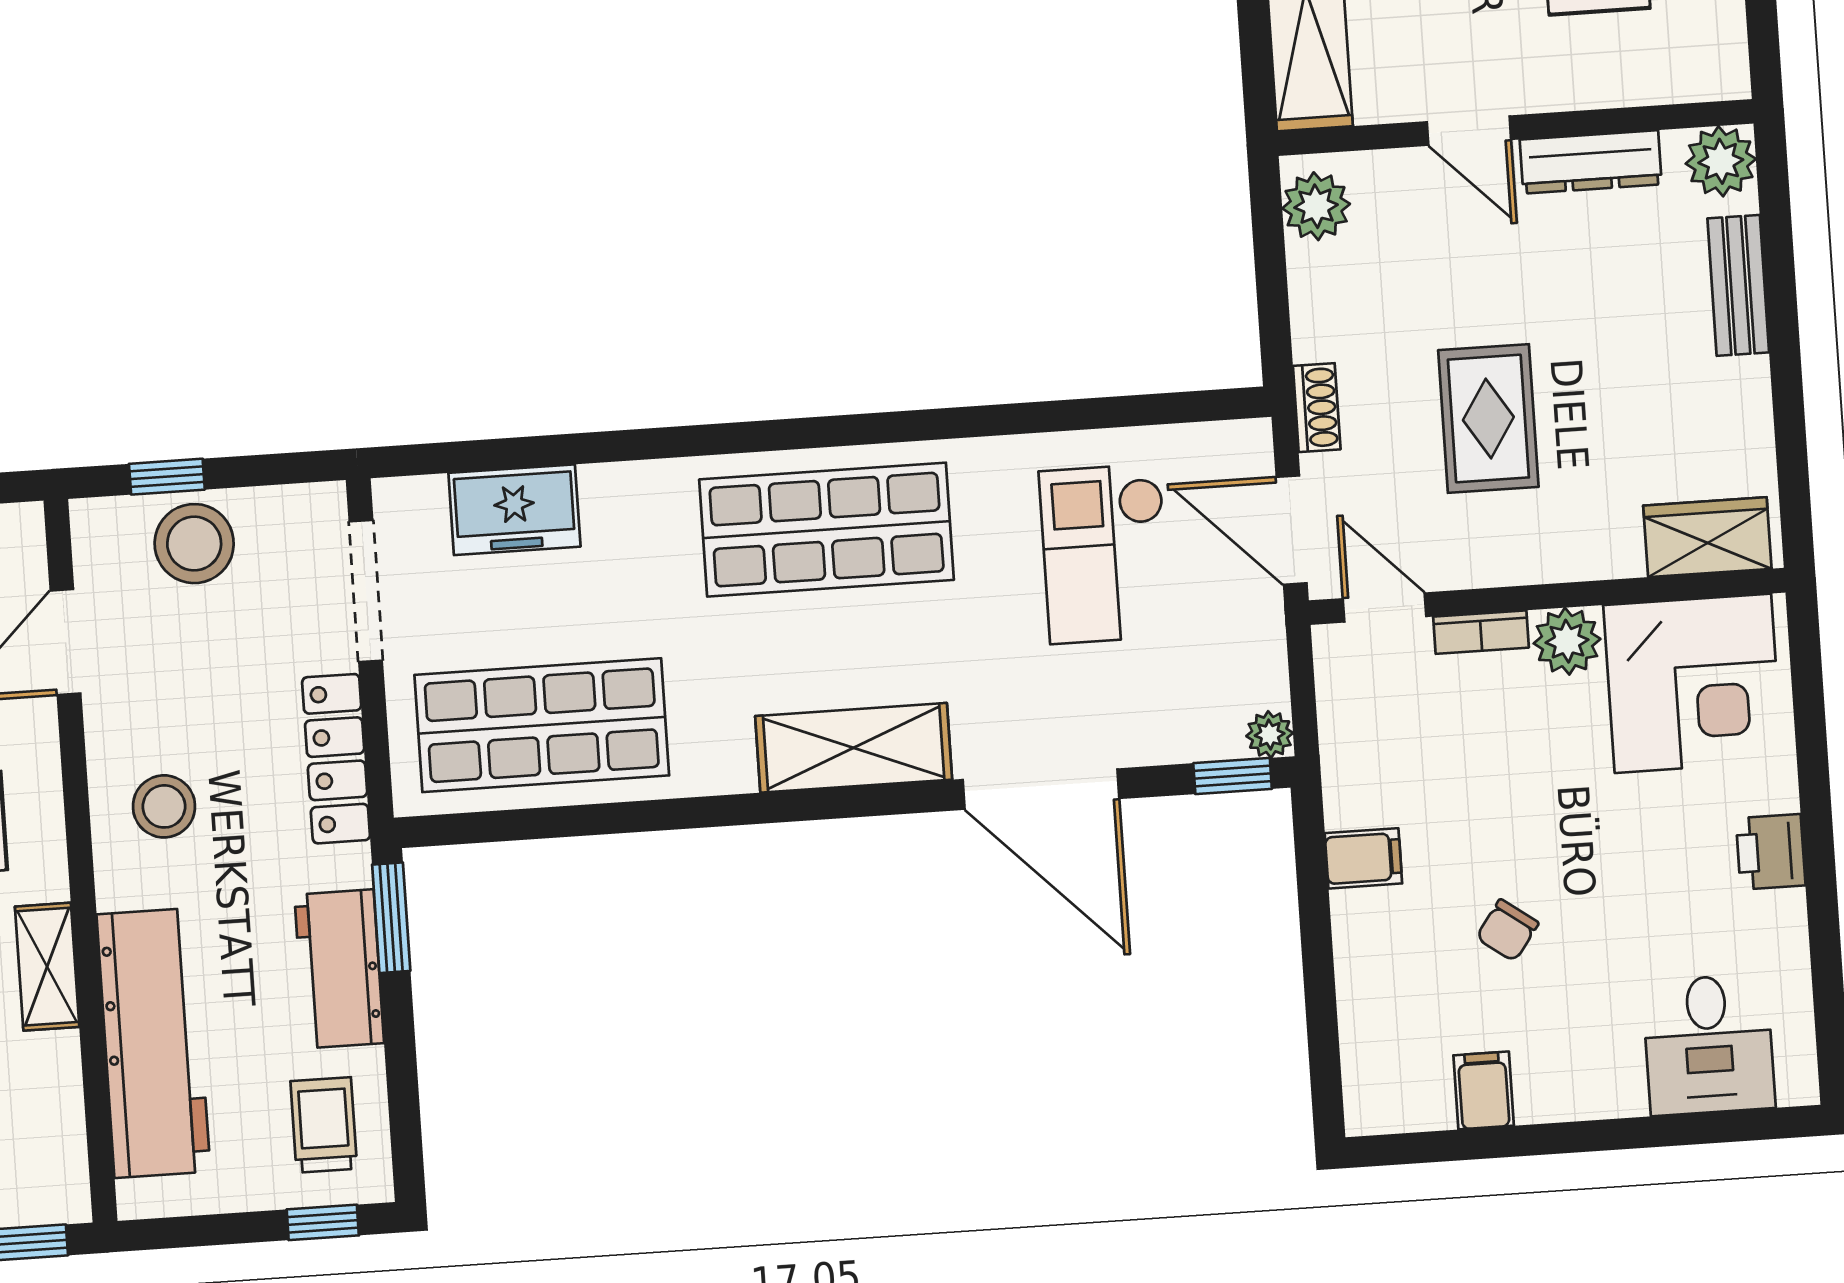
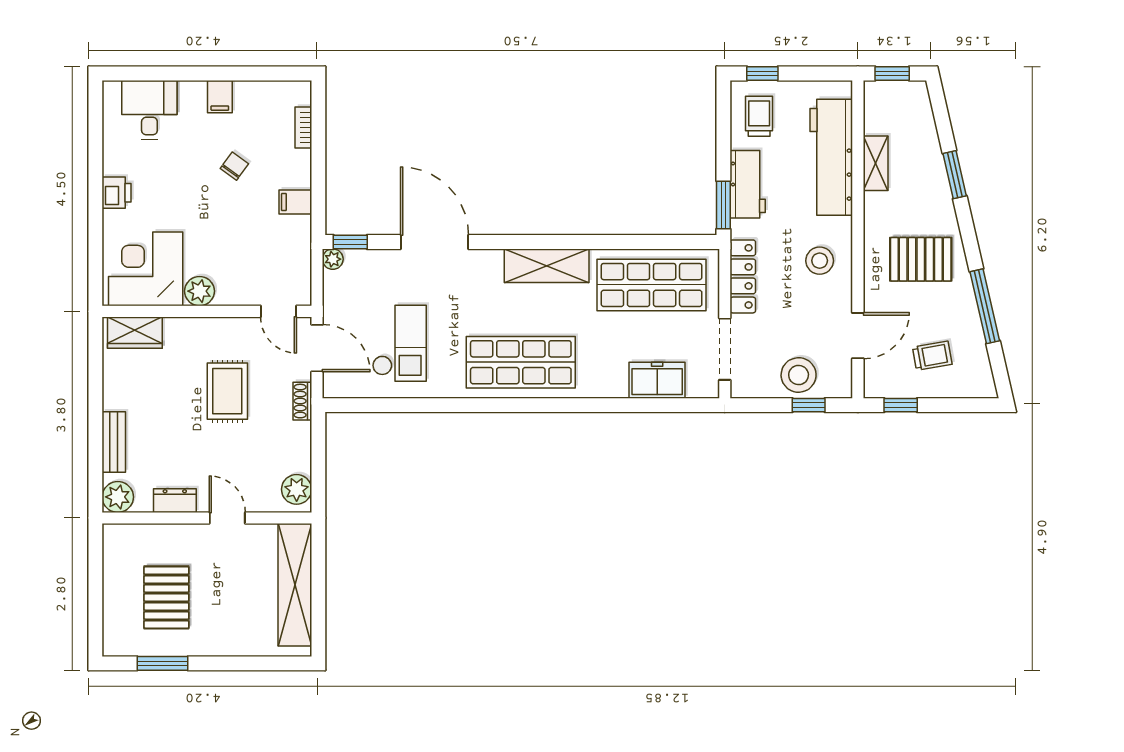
dresser: (1591, 162) -> (175, 501), width x0.70
bookcase: (1481, 632) -> (303, 128), moved, turned -90
shelving: (854, 748) -> (547, 266), moved
shelving: (47, 967) -> (876, 163), moved
filing cabinet: (1484, 1090) -> (220, 97), moved
trolley: (324, 1125) -> (759, 116), turned 180

